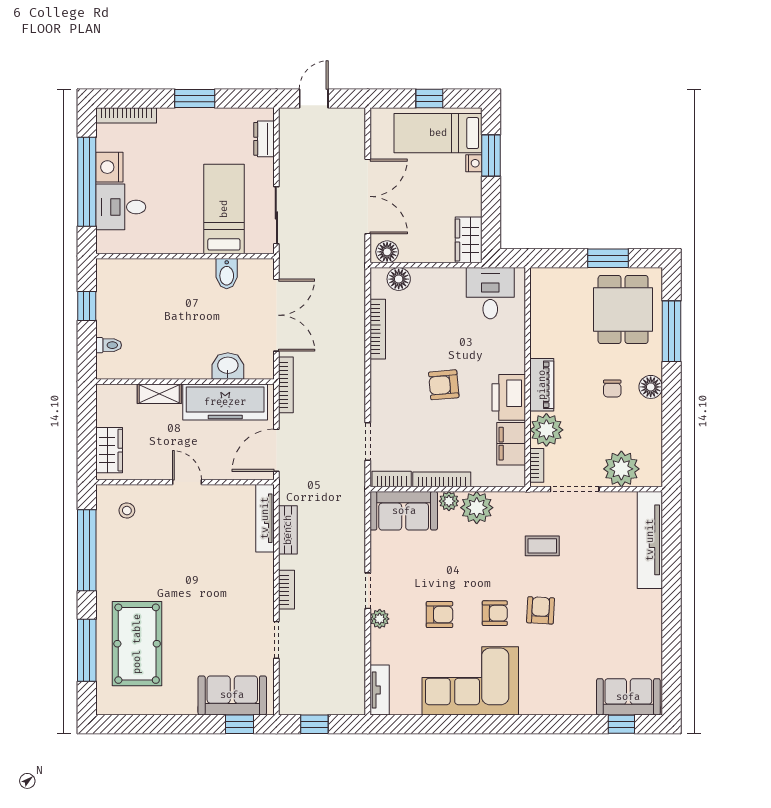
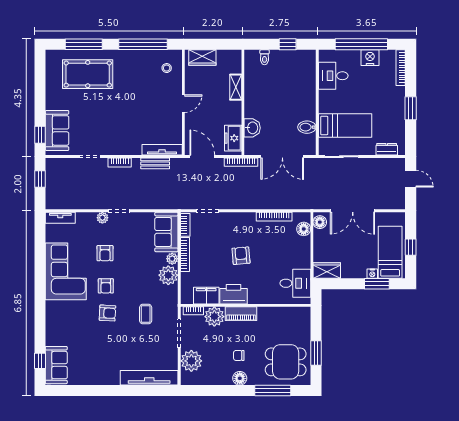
desk: (121, 207) -> (333, 76), moved, turned -90
freezer: (225, 402) -> (233, 138), width x0.52, depth x0.79

